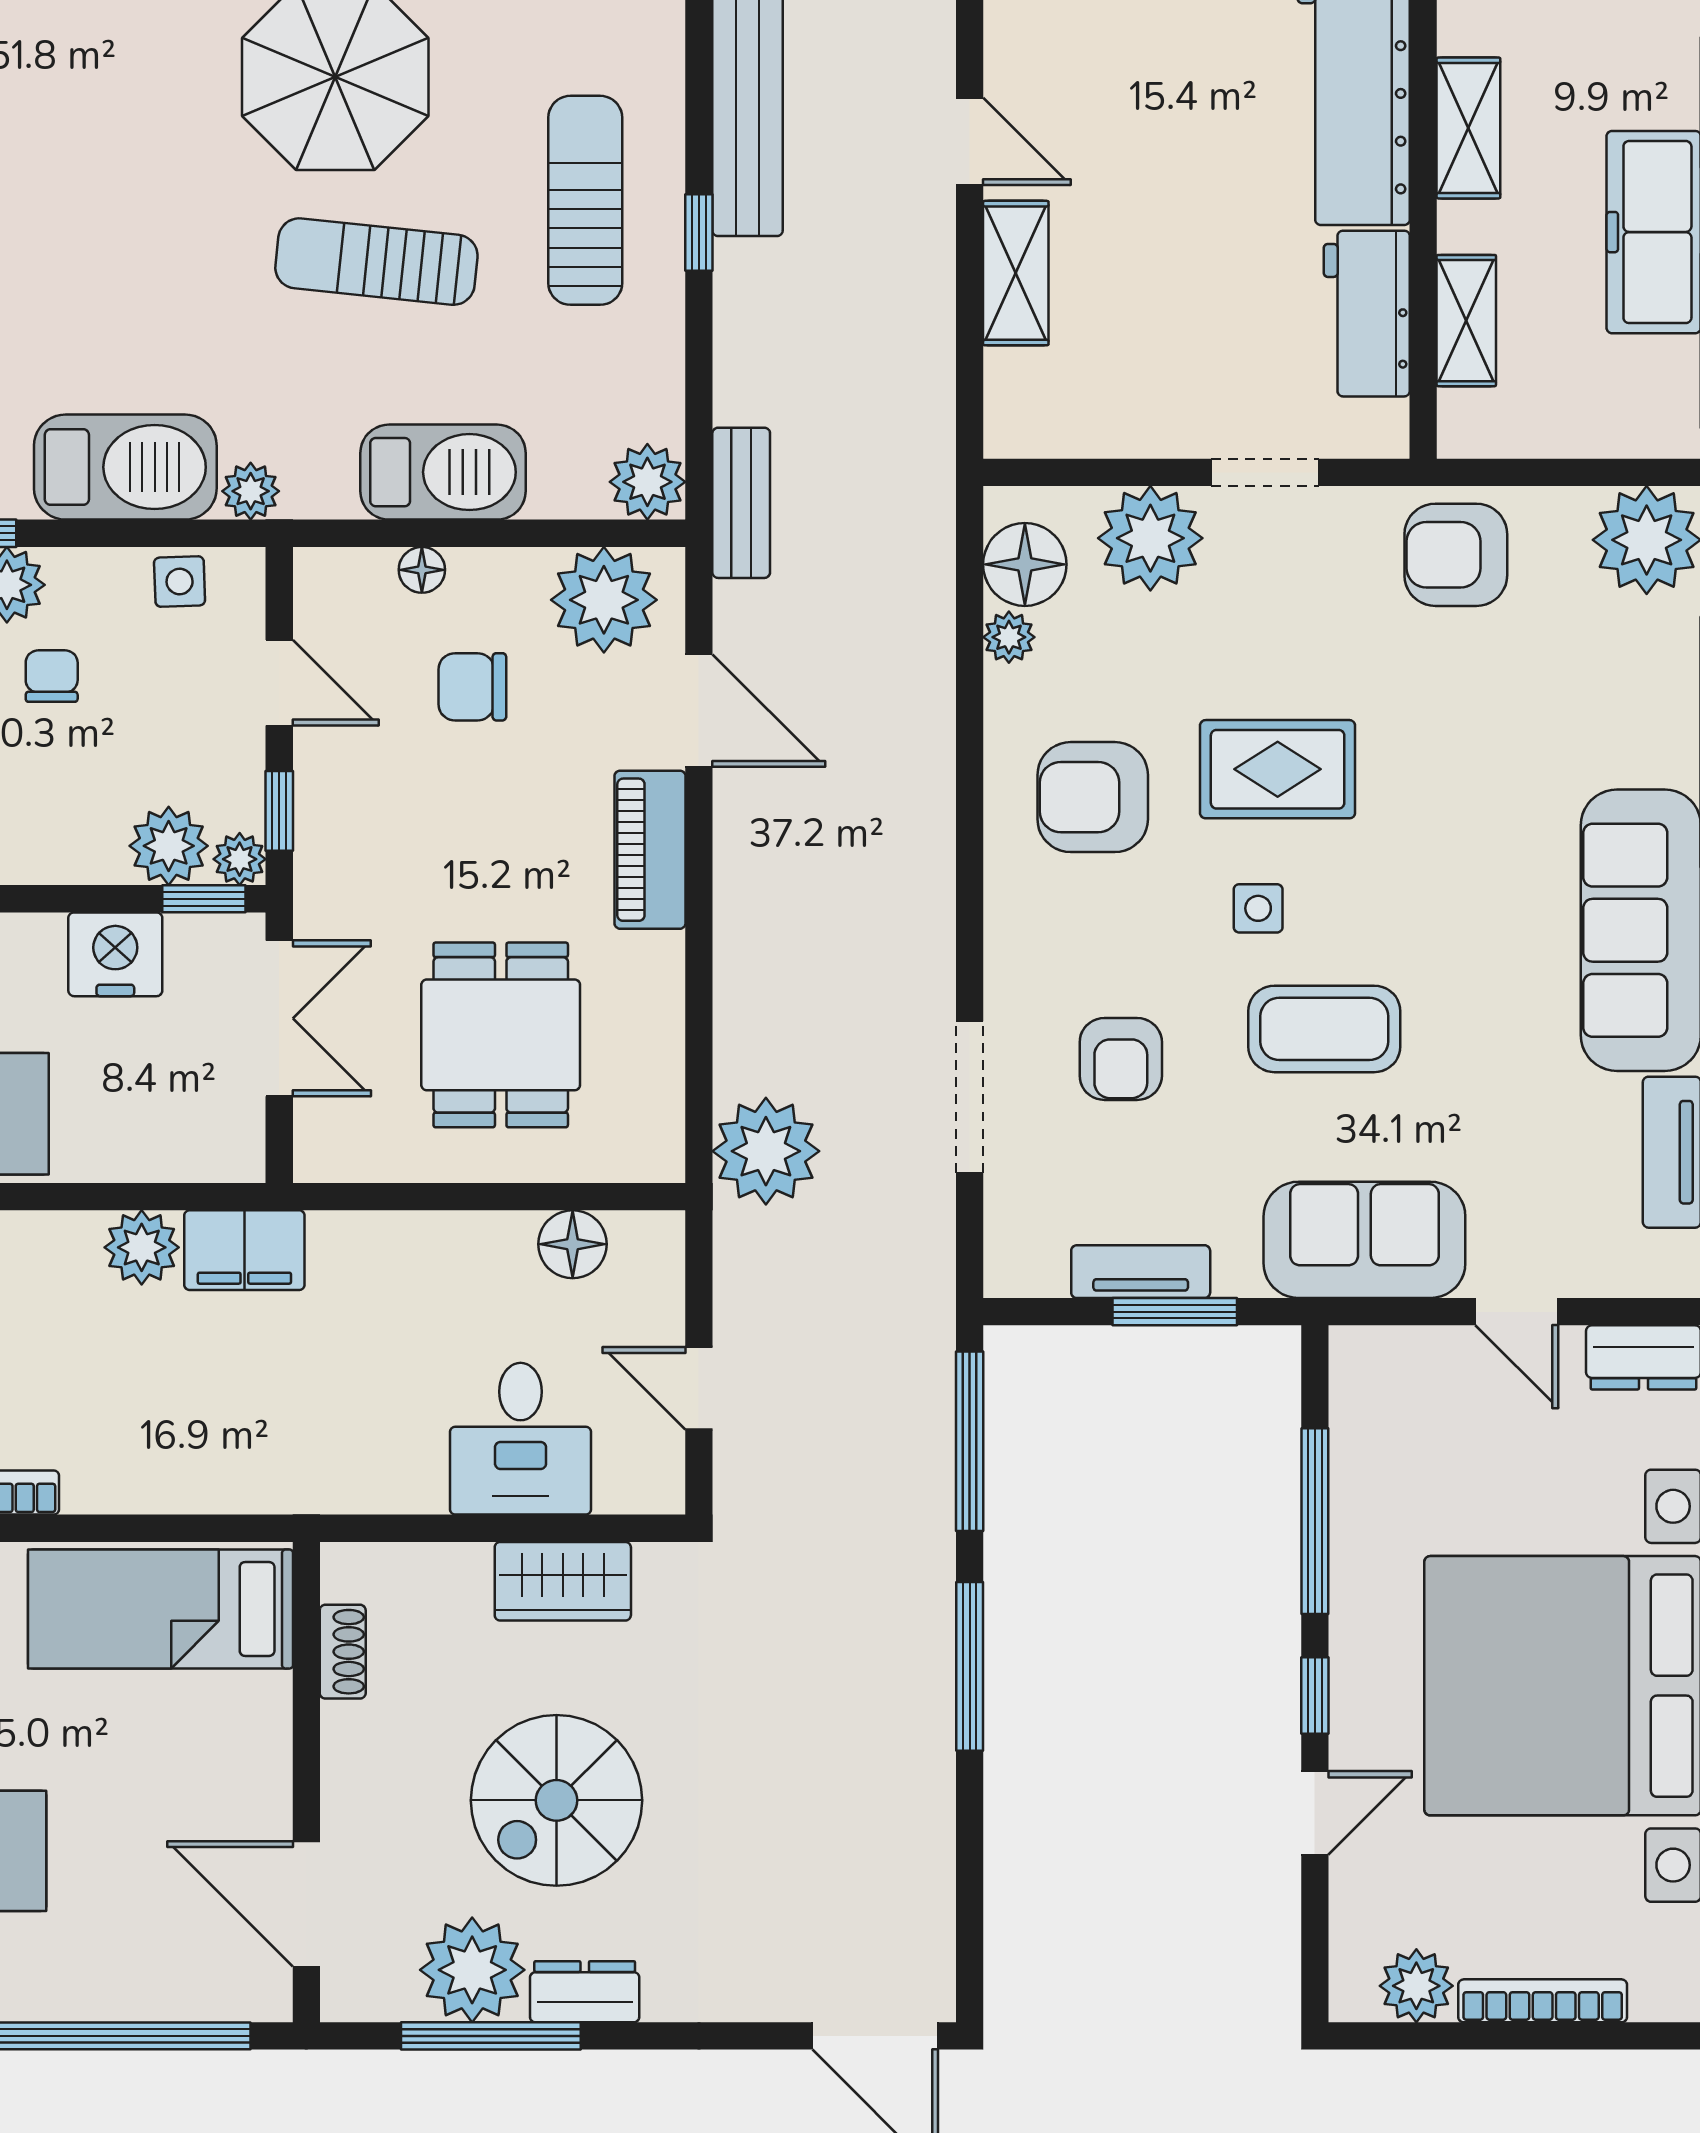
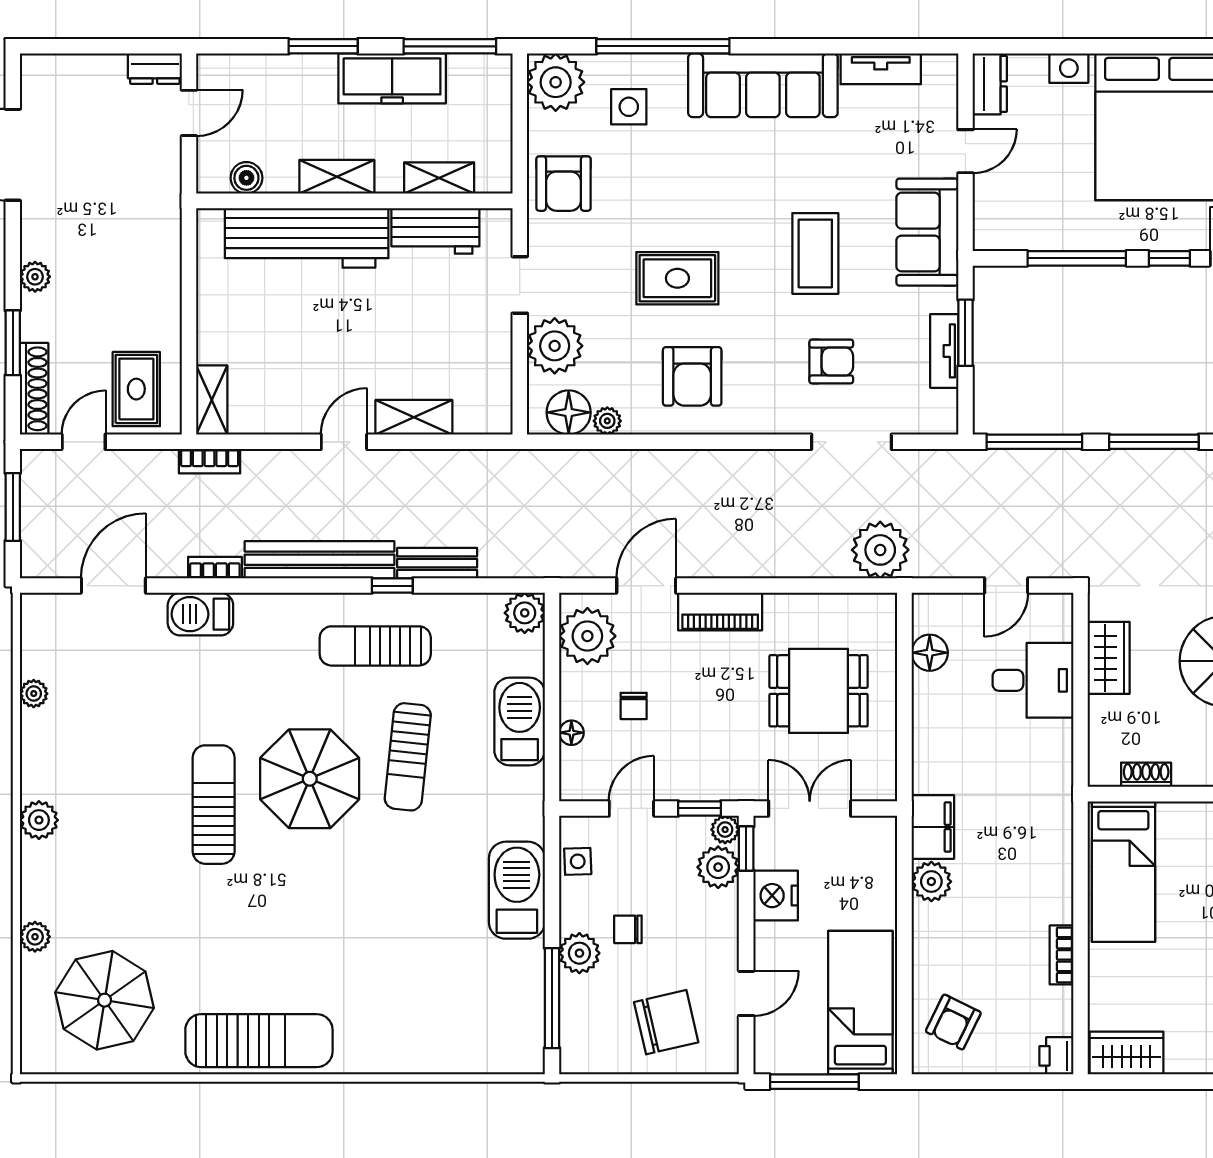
plant: (251, 491) -> (530, 824), removed
bench: (741, 503) -> (437, 563), moved
chair: (472, 687) -> (634, 706), width x0.73, depth x0.73
rug: (1278, 769) -> (677, 278), turned 90
side table: (1258, 908) -> (629, 107), moved, width x1.37, depth x1.37

